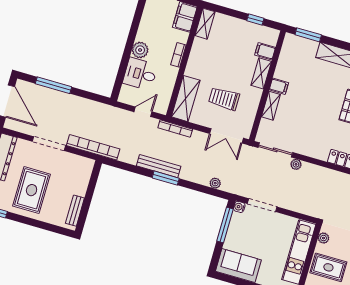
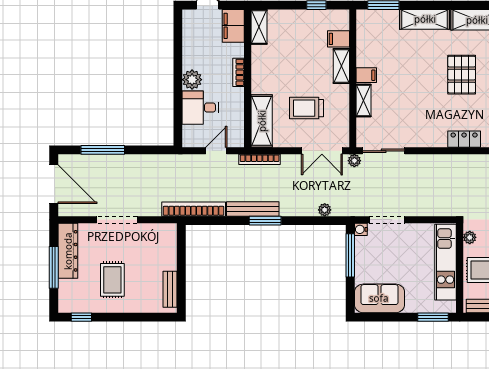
bookcase: (93, 147) -> (194, 209), moved
plant: (296, 164) -> (354, 161), moved
rug: (32, 190) -> (112, 280), width x0.73, depth x0.70

